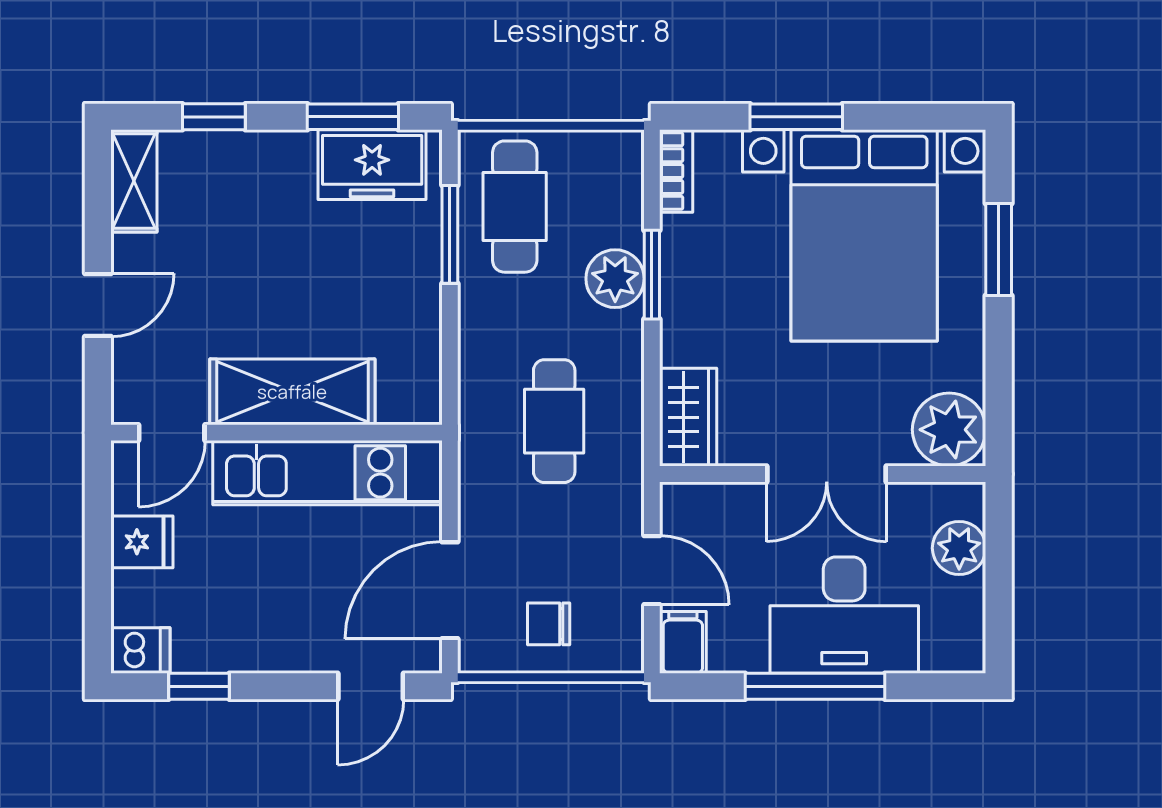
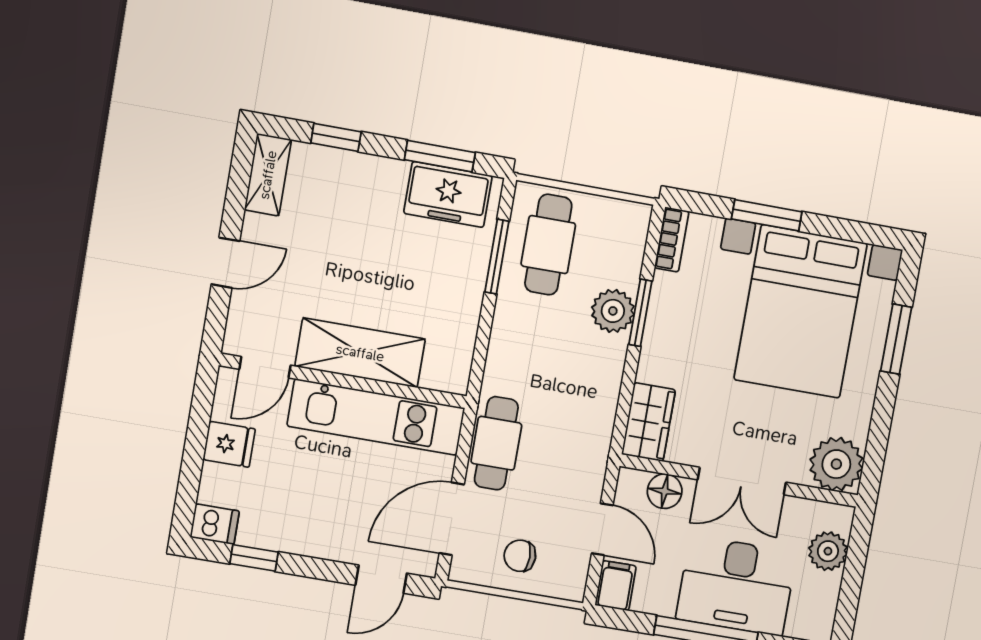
cafe table: (554, 421) -> (496, 443), moved
floor lamp: (726, 505) -> (665, 491), added

